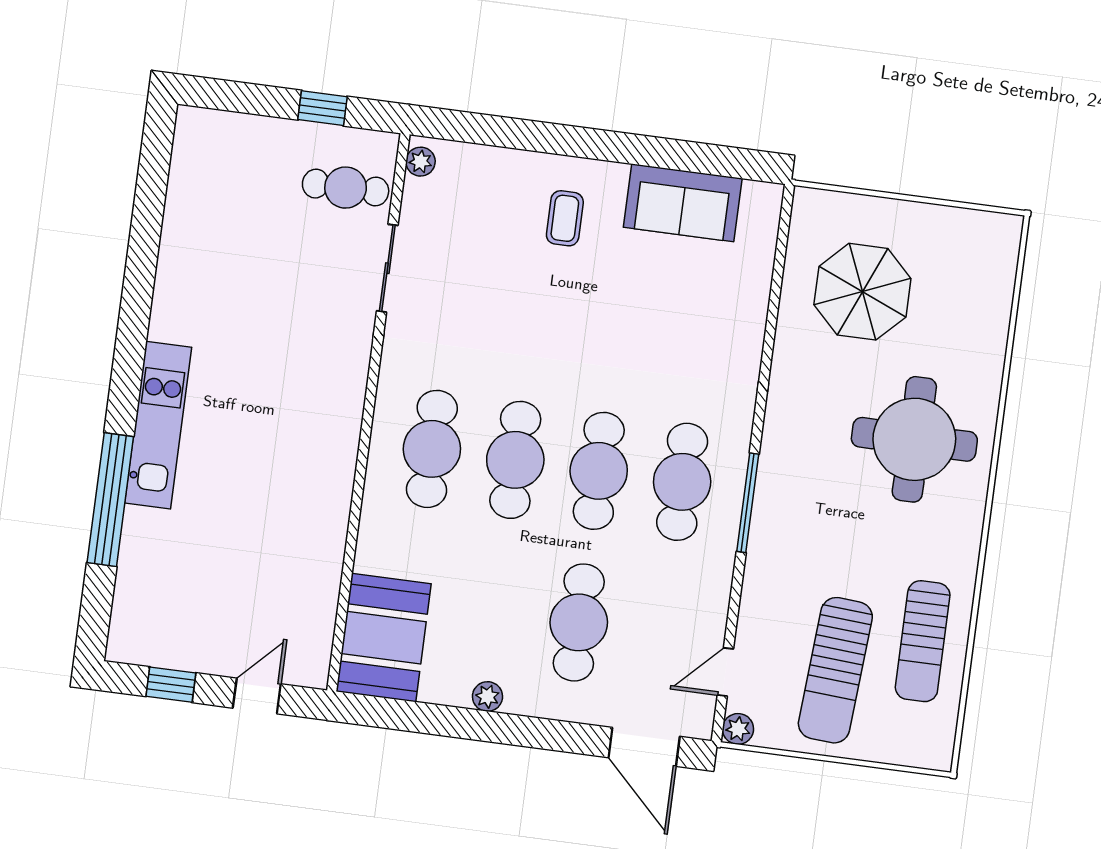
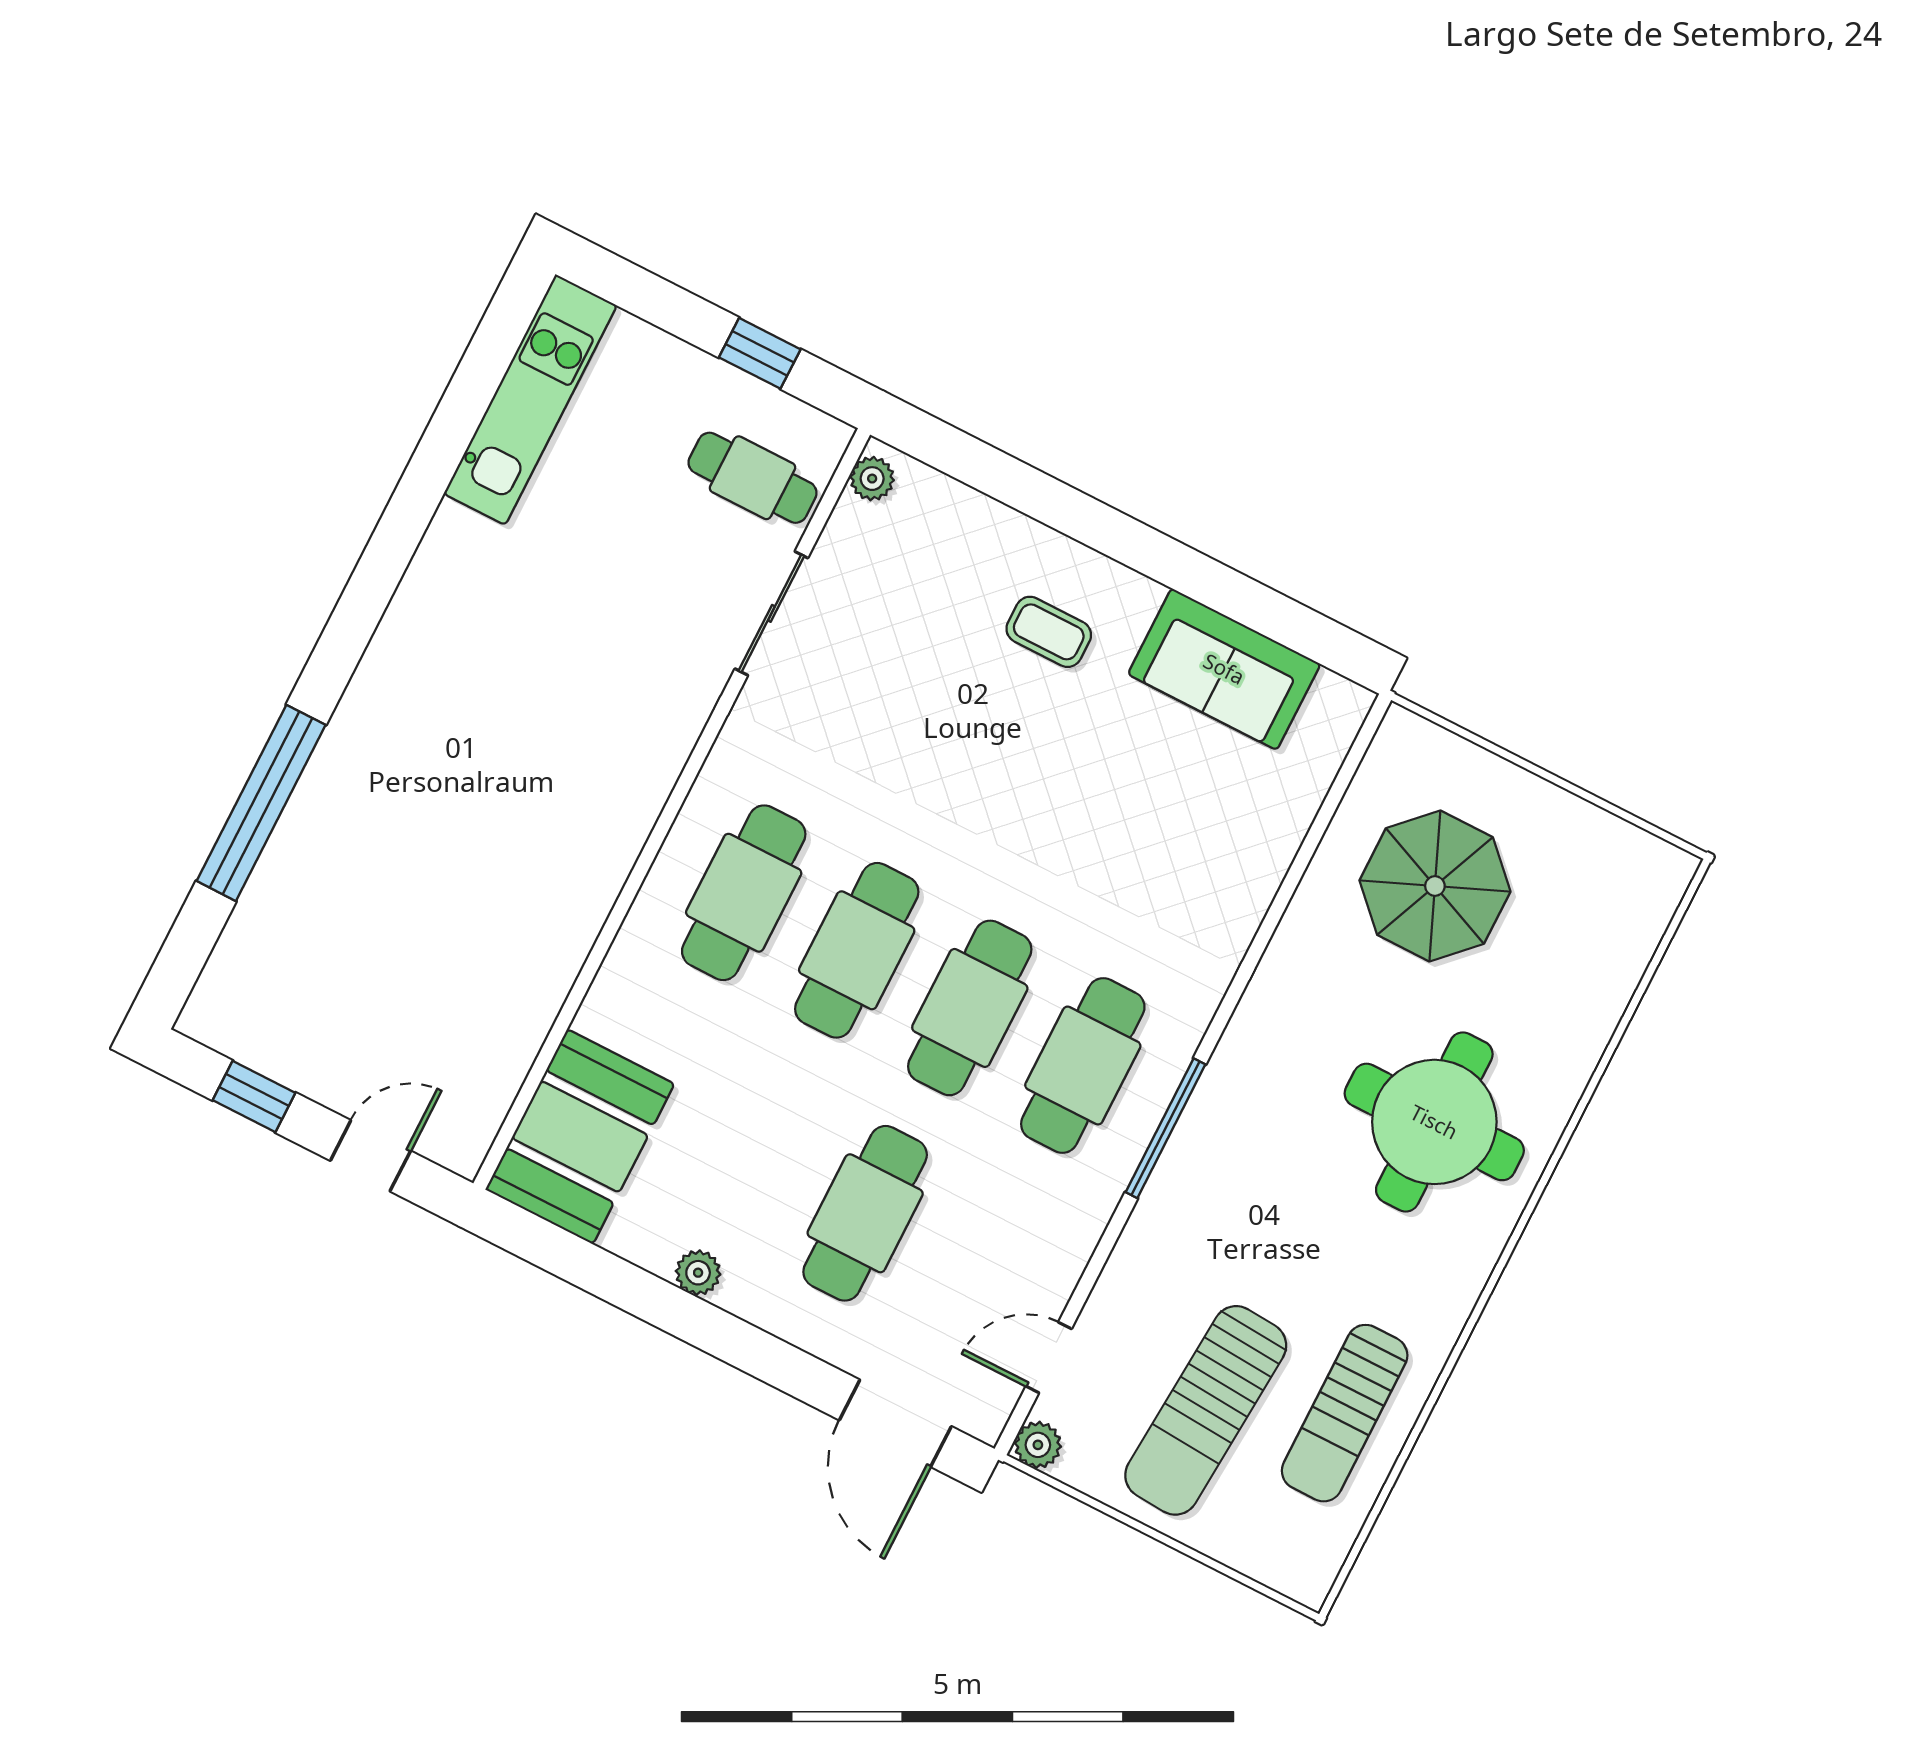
coffee table: (565, 218) -> (1049, 632), turned 90
kitchen unit: (158, 425) -> (530, 400), moved

